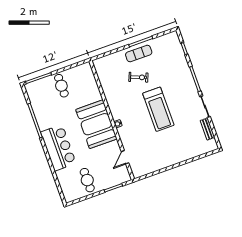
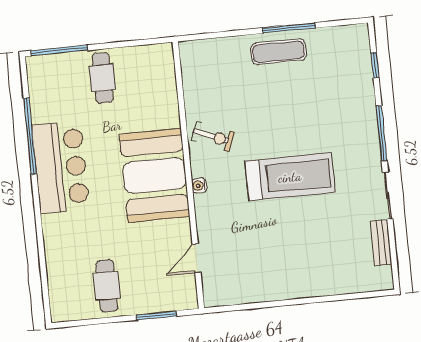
exercise bike: (138, 77) -> (213, 136), moved
treadmill: (158, 109) -> (290, 177), turned -90
bar counter: (58, 148) -> (61, 167), moved

